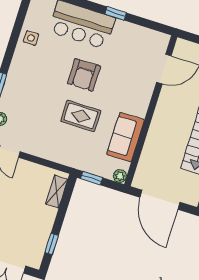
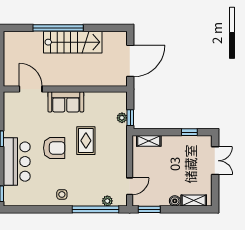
side table: (31, 38) -> (62, 194), moved
sofa: (126, 137) -> (66, 102), moved
plant: (120, 176) -> (122, 118), moved

